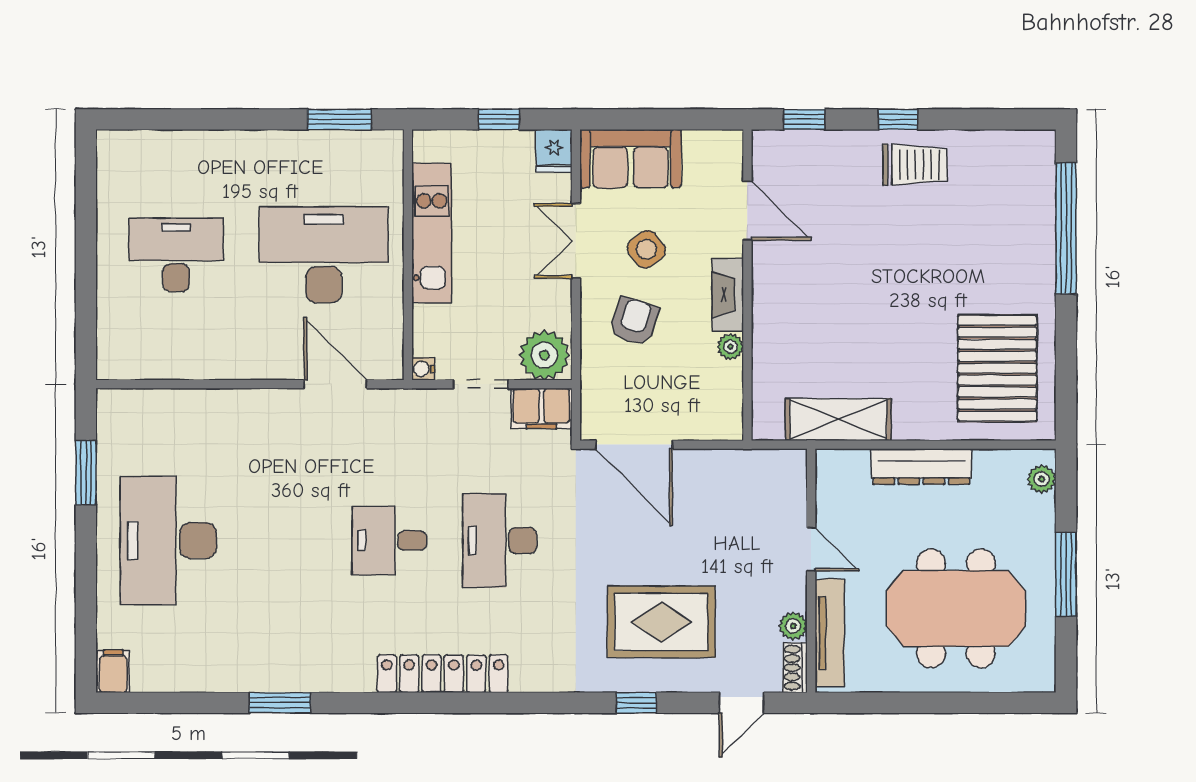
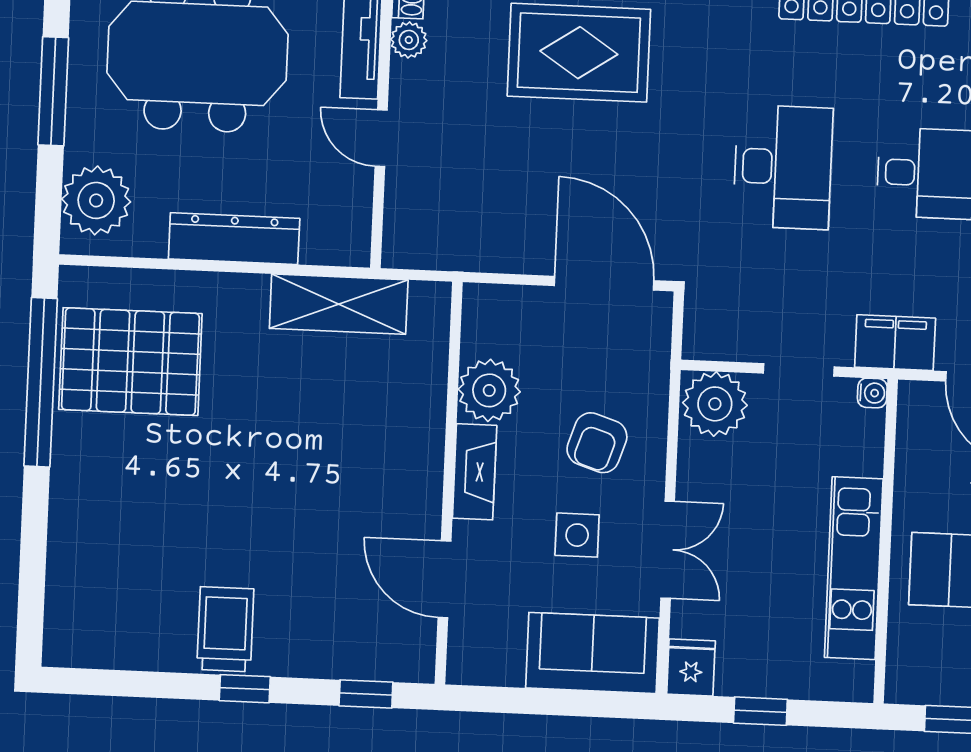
trolley: (915, 165) -> (225, 629), turned 90
window: (1066, 228) -> (41, 382), moved
side table: (646, 249) -> (577, 535), turned 37
plant: (730, 347) -> (489, 390), width x1.88, depth x1.88
pallet: (997, 368) -> (130, 362), turned 90
filing cabinet: (541, 409) -> (895, 343), moved
plant: (1042, 479) -> (96, 200), width x1.88, depth x1.88

